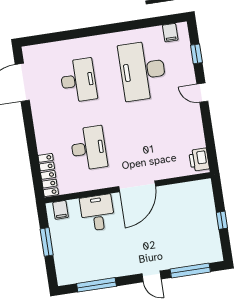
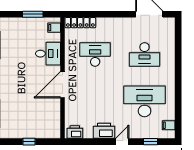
printer: (191, 120) -> (104, 131), added
desk: (89, 148) -> (95, 54), turned 180
door: (137, 186) -> (63, 85), hinge flipped

